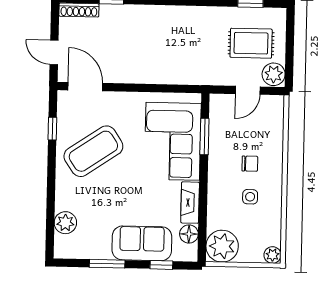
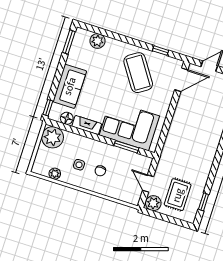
plant: (272, 255) -> (55, 174), moved
window: (107, 264) -> (69, 42), moved
window: (161, 265) -> (48, 108), moved

